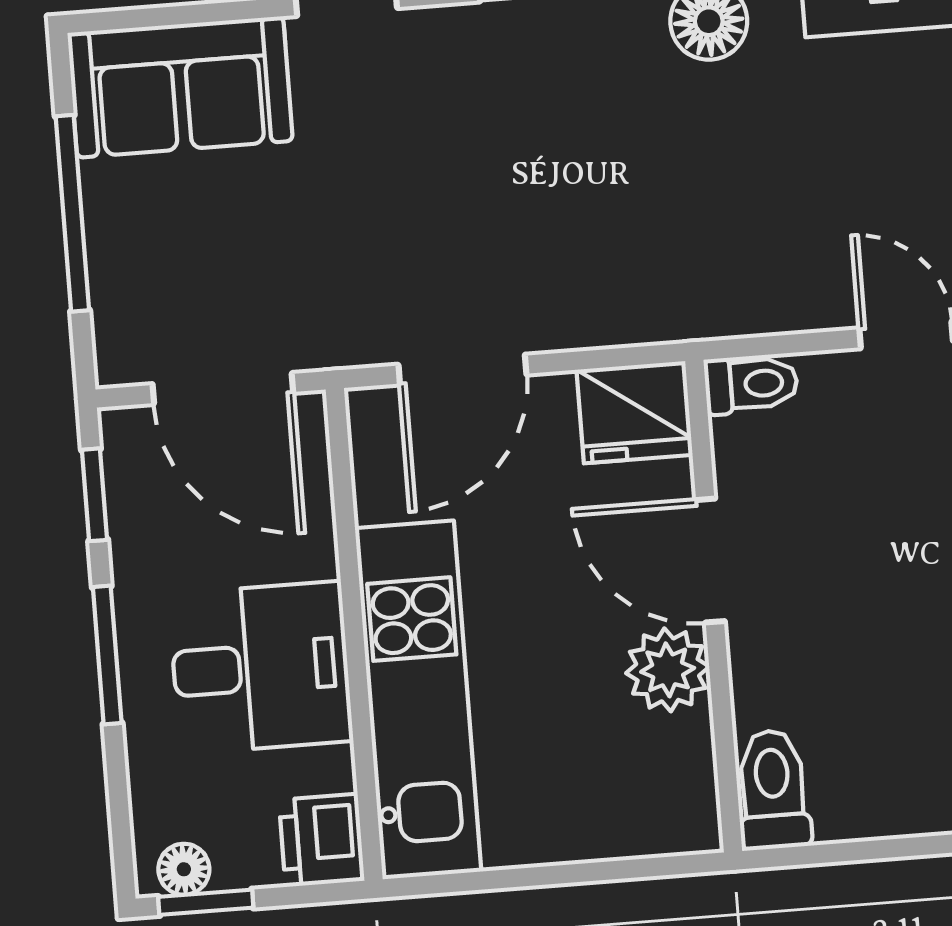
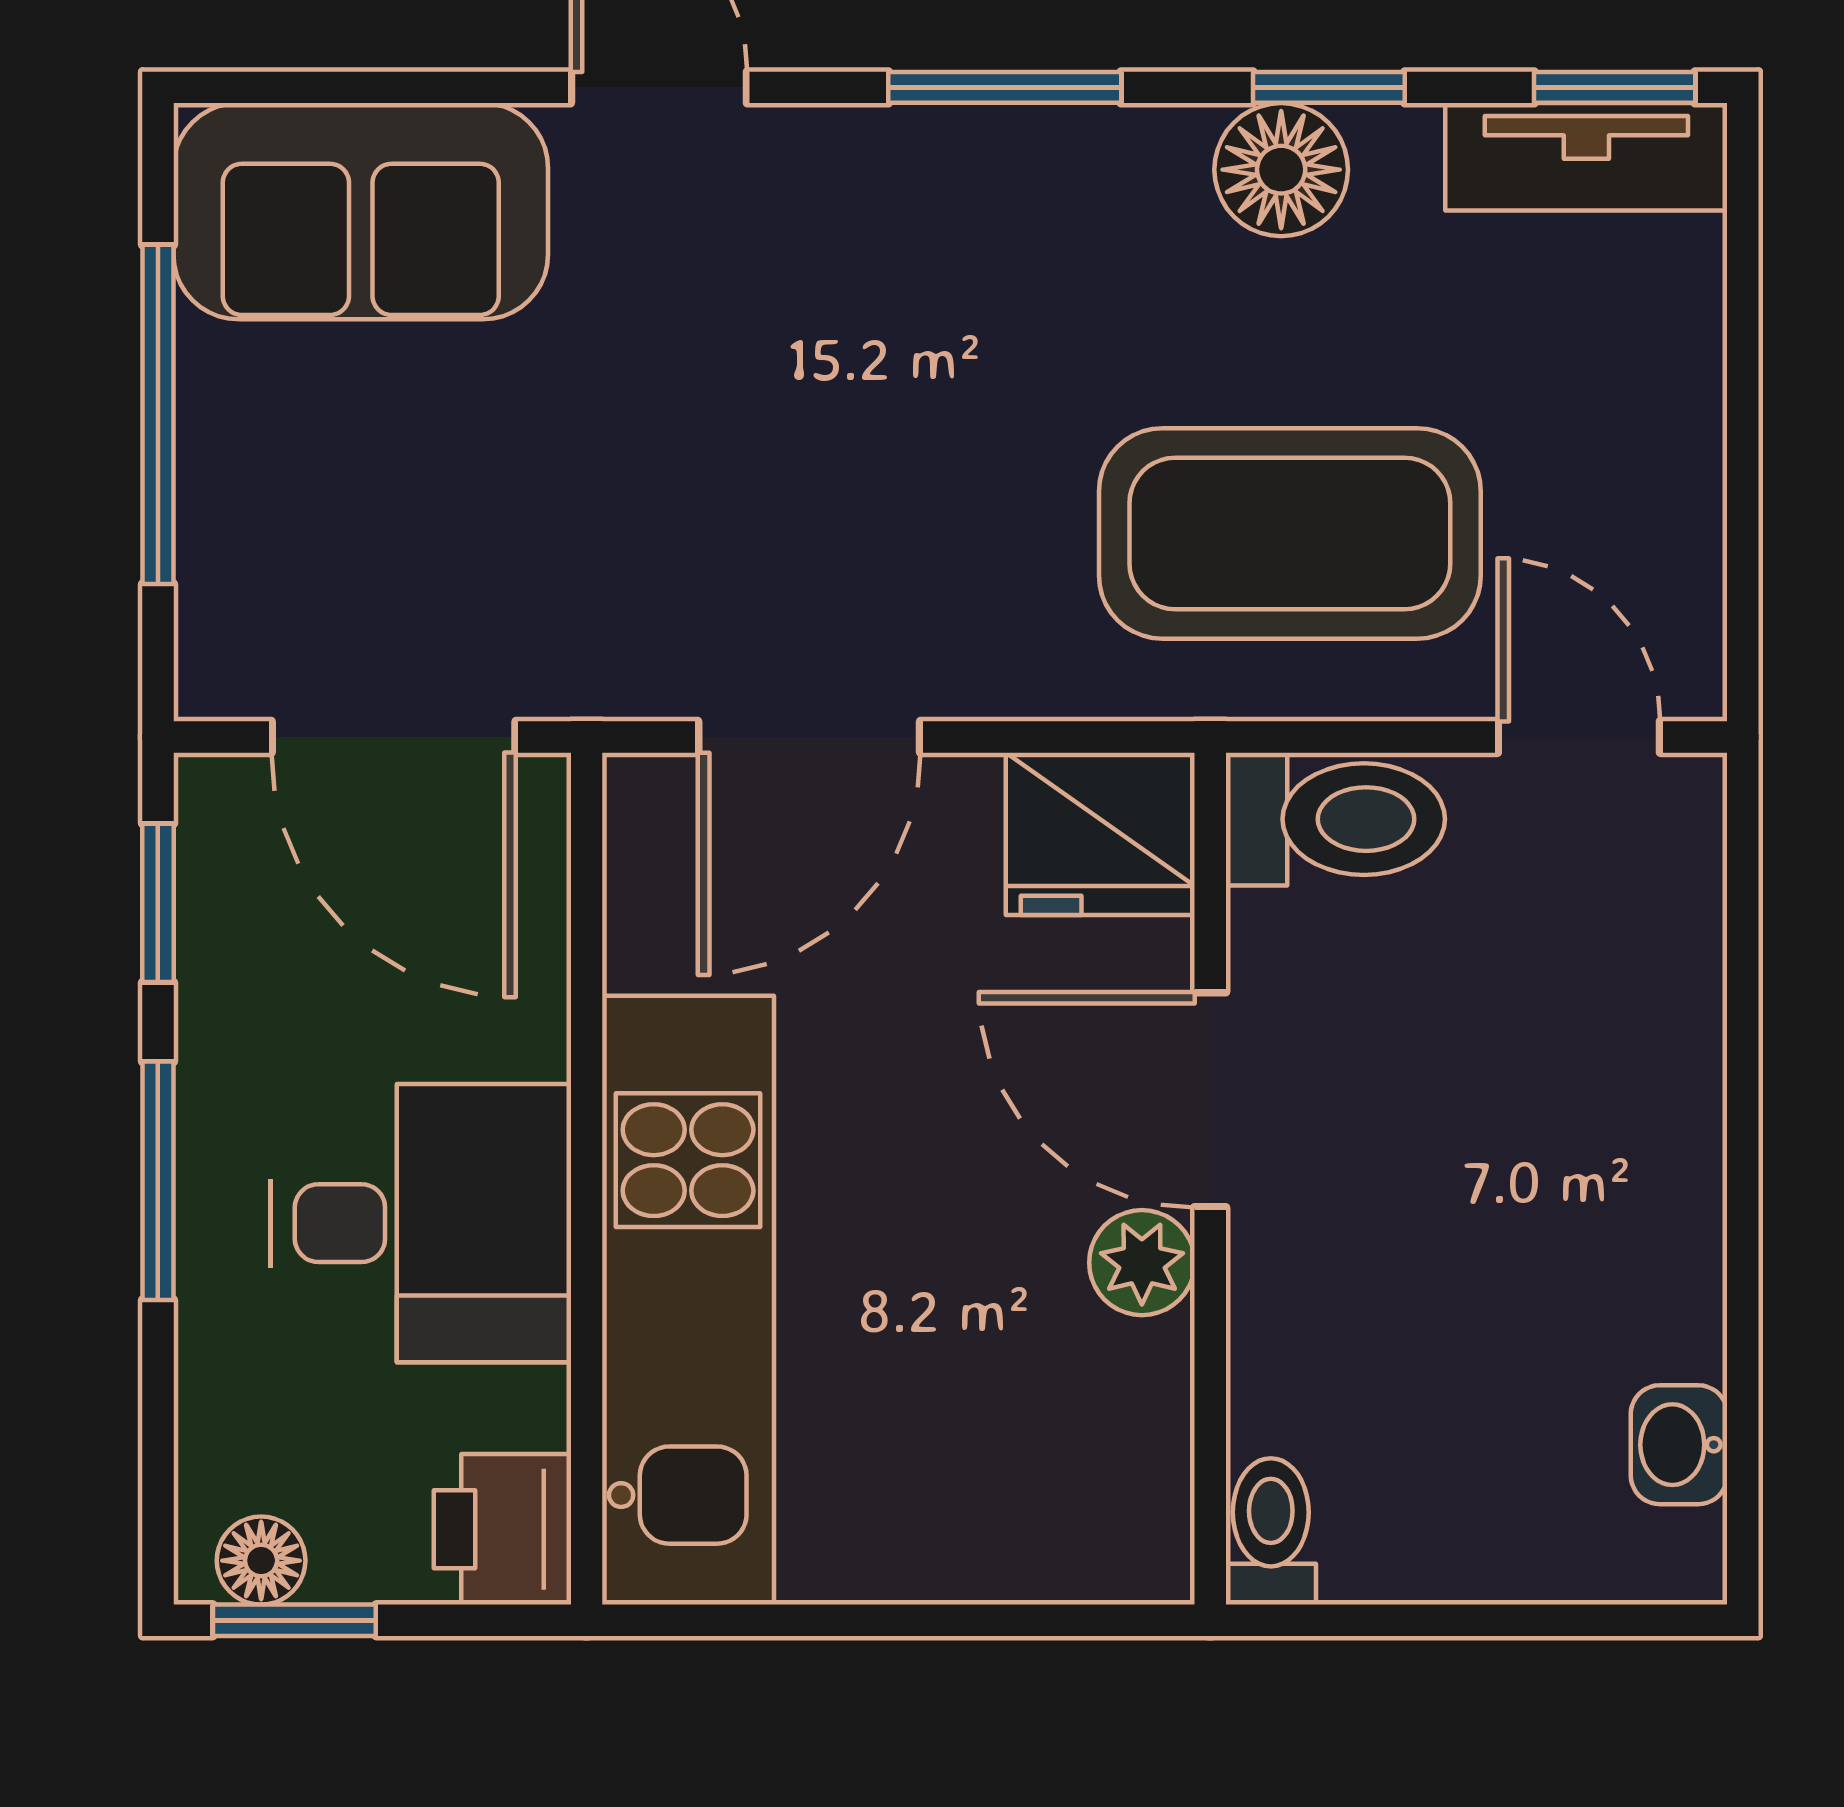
coffee table: (730, 231) -> (1290, 533), added
toilet: (751, 384) -> (1335, 819), width x1.37, depth x1.39
plant: (668, 670) -> (1142, 1263), width x0.73, depth x0.73
toilet: (773, 790) -> (1271, 1531), width x0.73, depth x0.72

